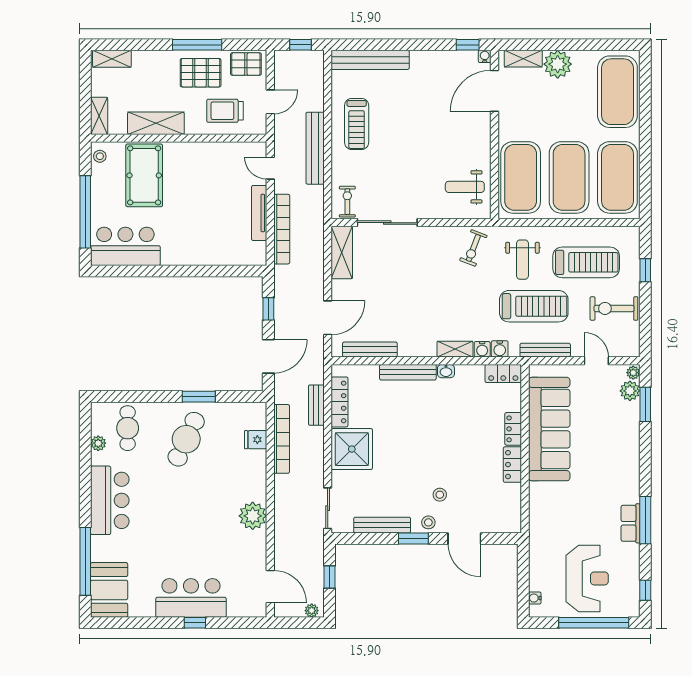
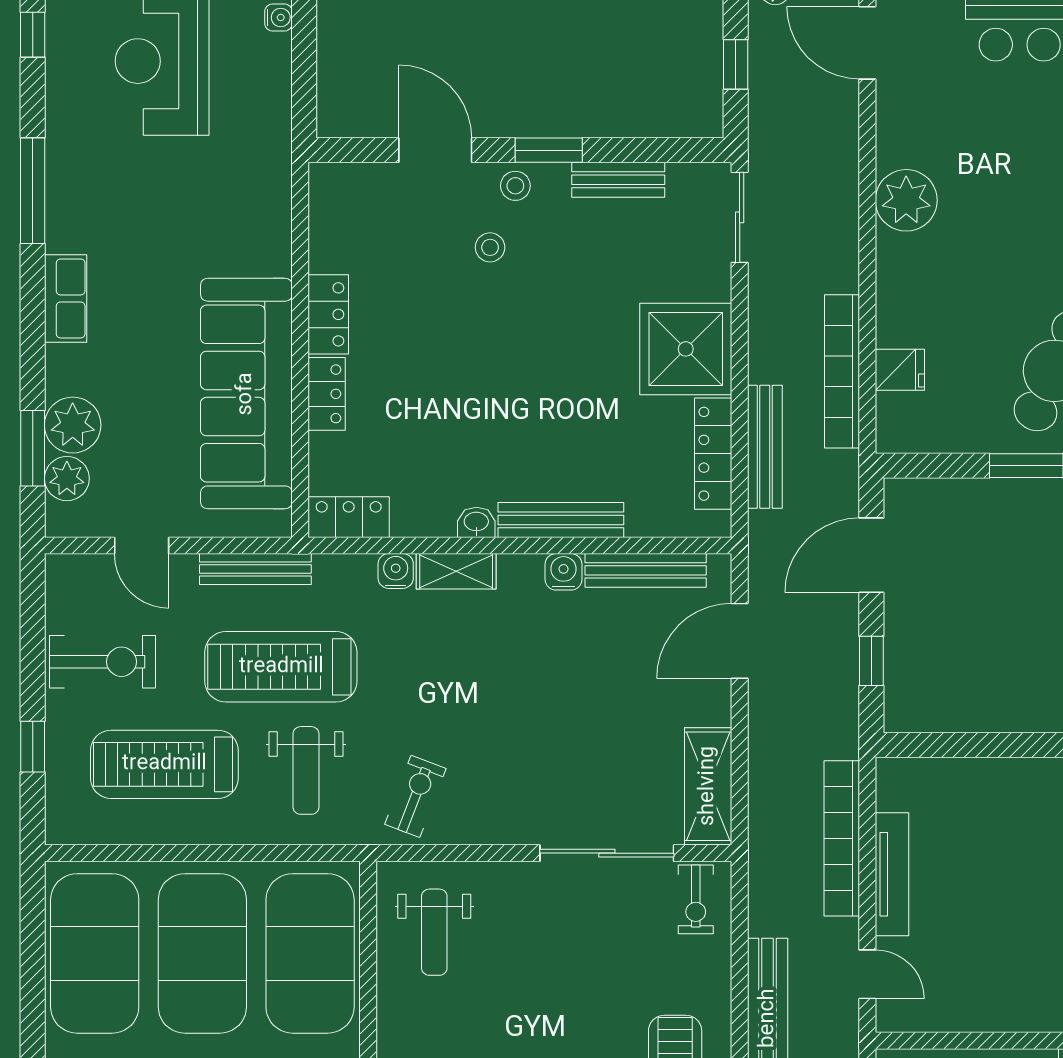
weight bench: (465, 187) -> (434, 932), turned 90
weight bench: (522, 260) -> (306, 770), turned 180
water cooler: (500, 349) -> (564, 572), moved
plant: (633, 373) -> (73, 425), moved, width x1.88, depth x1.88
bench: (316, 405) -> (765, 447), width x1.36
row of seats: (631, 523) -> (66, 298), moved
bench: (382, 525) -> (618, 180), width x0.73

